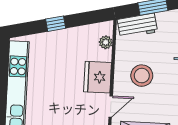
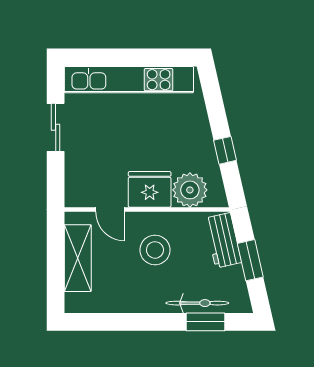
window: (56, 24) -> (225, 150), moved
plant: (106, 42) -> (190, 190), width x1.87, depth x1.87

